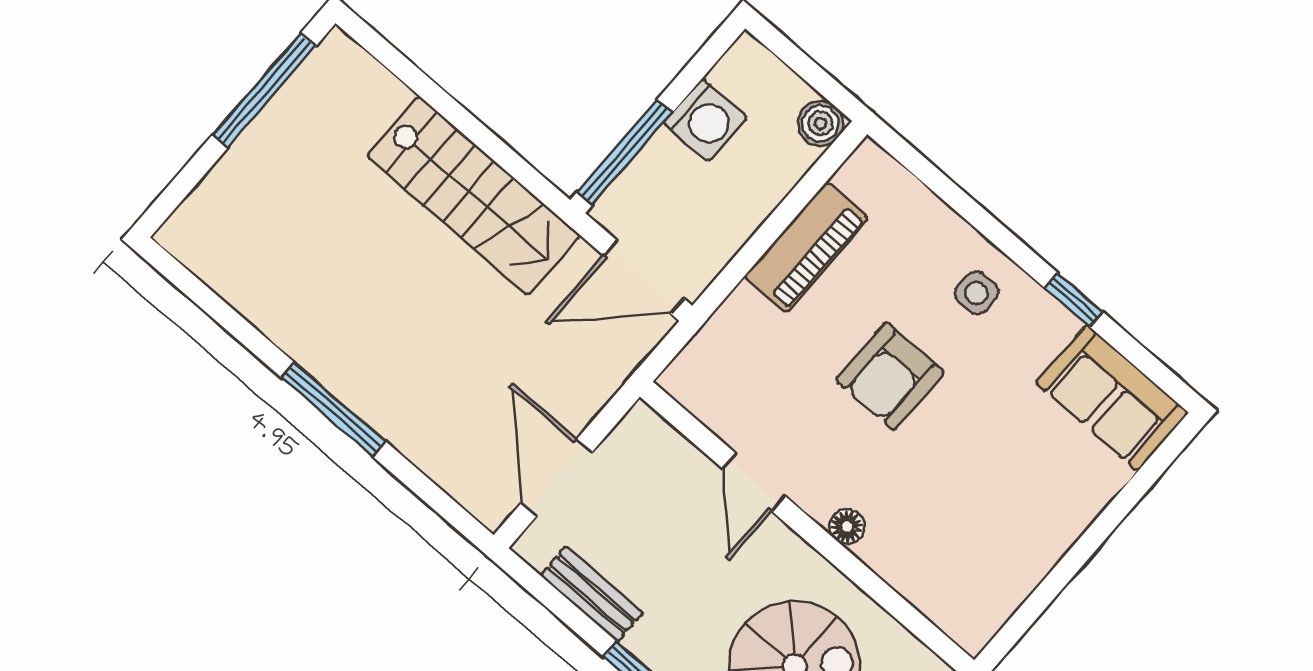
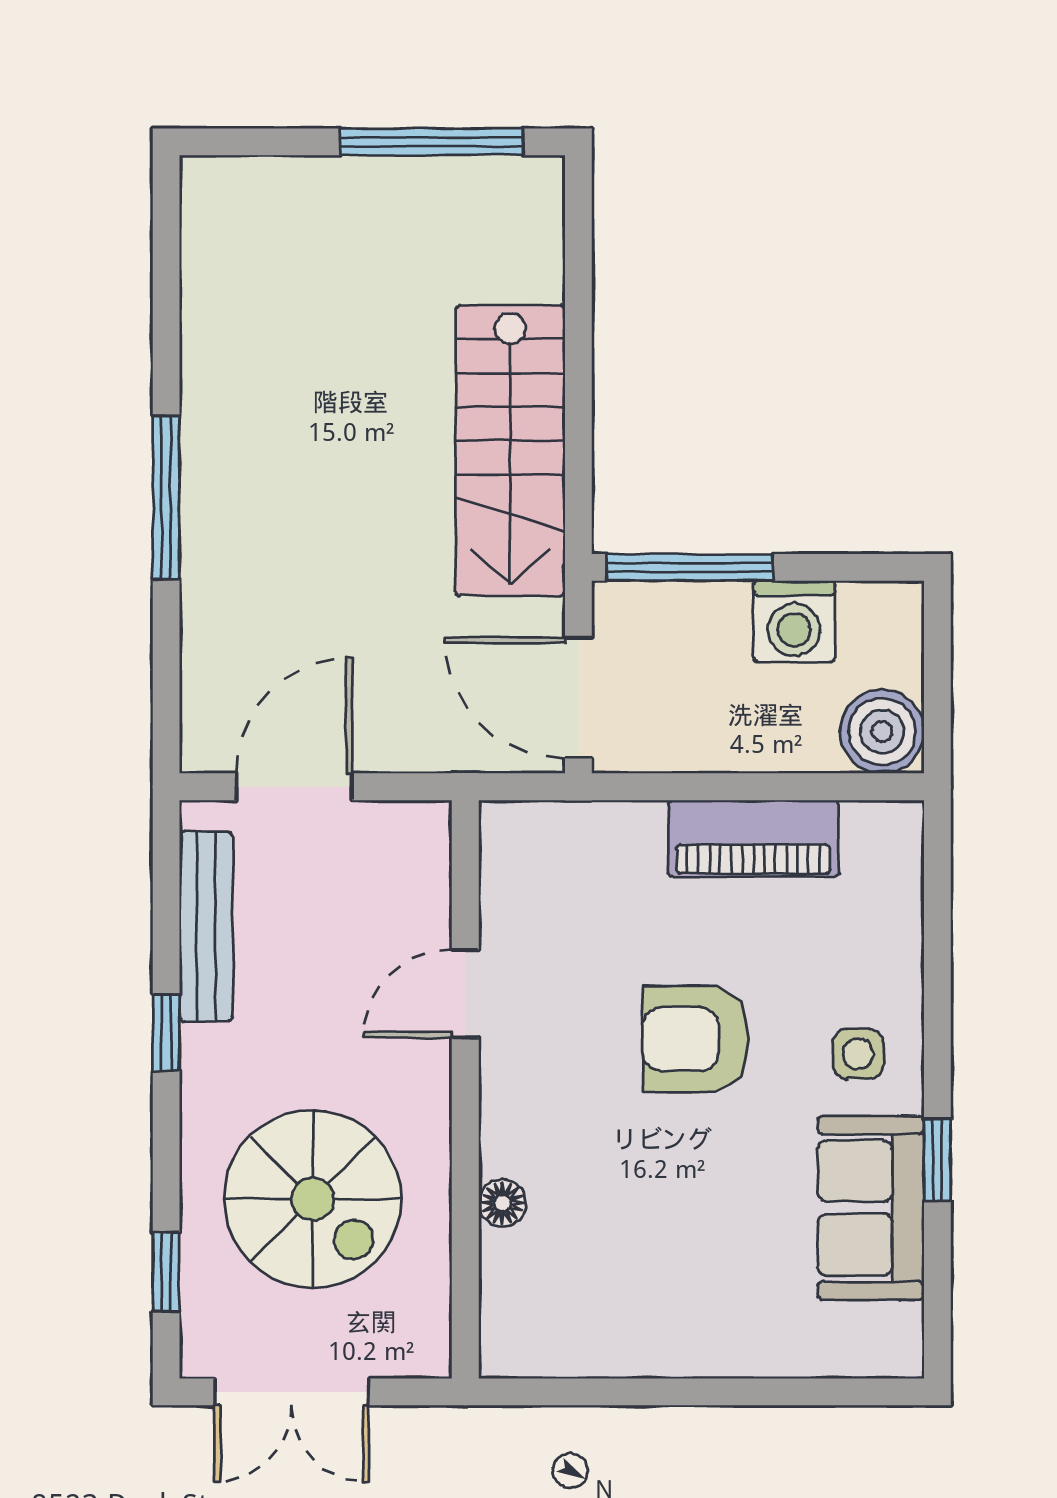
boiler: (821, 123) -> (882, 732), width x1.36, depth x1.36
sofa: (1112, 398) -> (871, 1208), moved
floor lamp: (847, 527) -> (502, 1203), moved
bench: (592, 594) -> (206, 927), width x1.36

